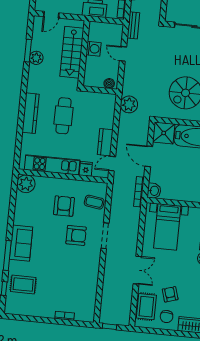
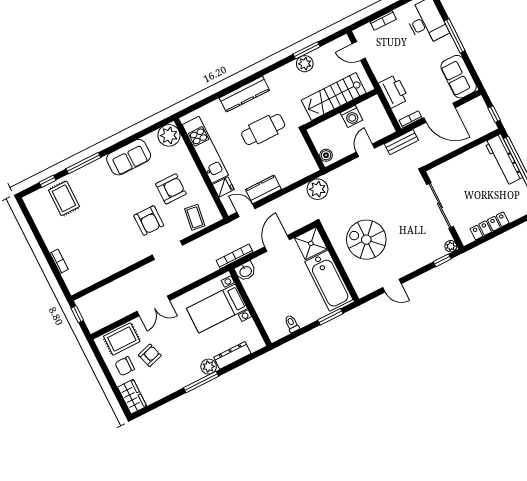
sofa: (21, 243) -> (129, 157), moved

